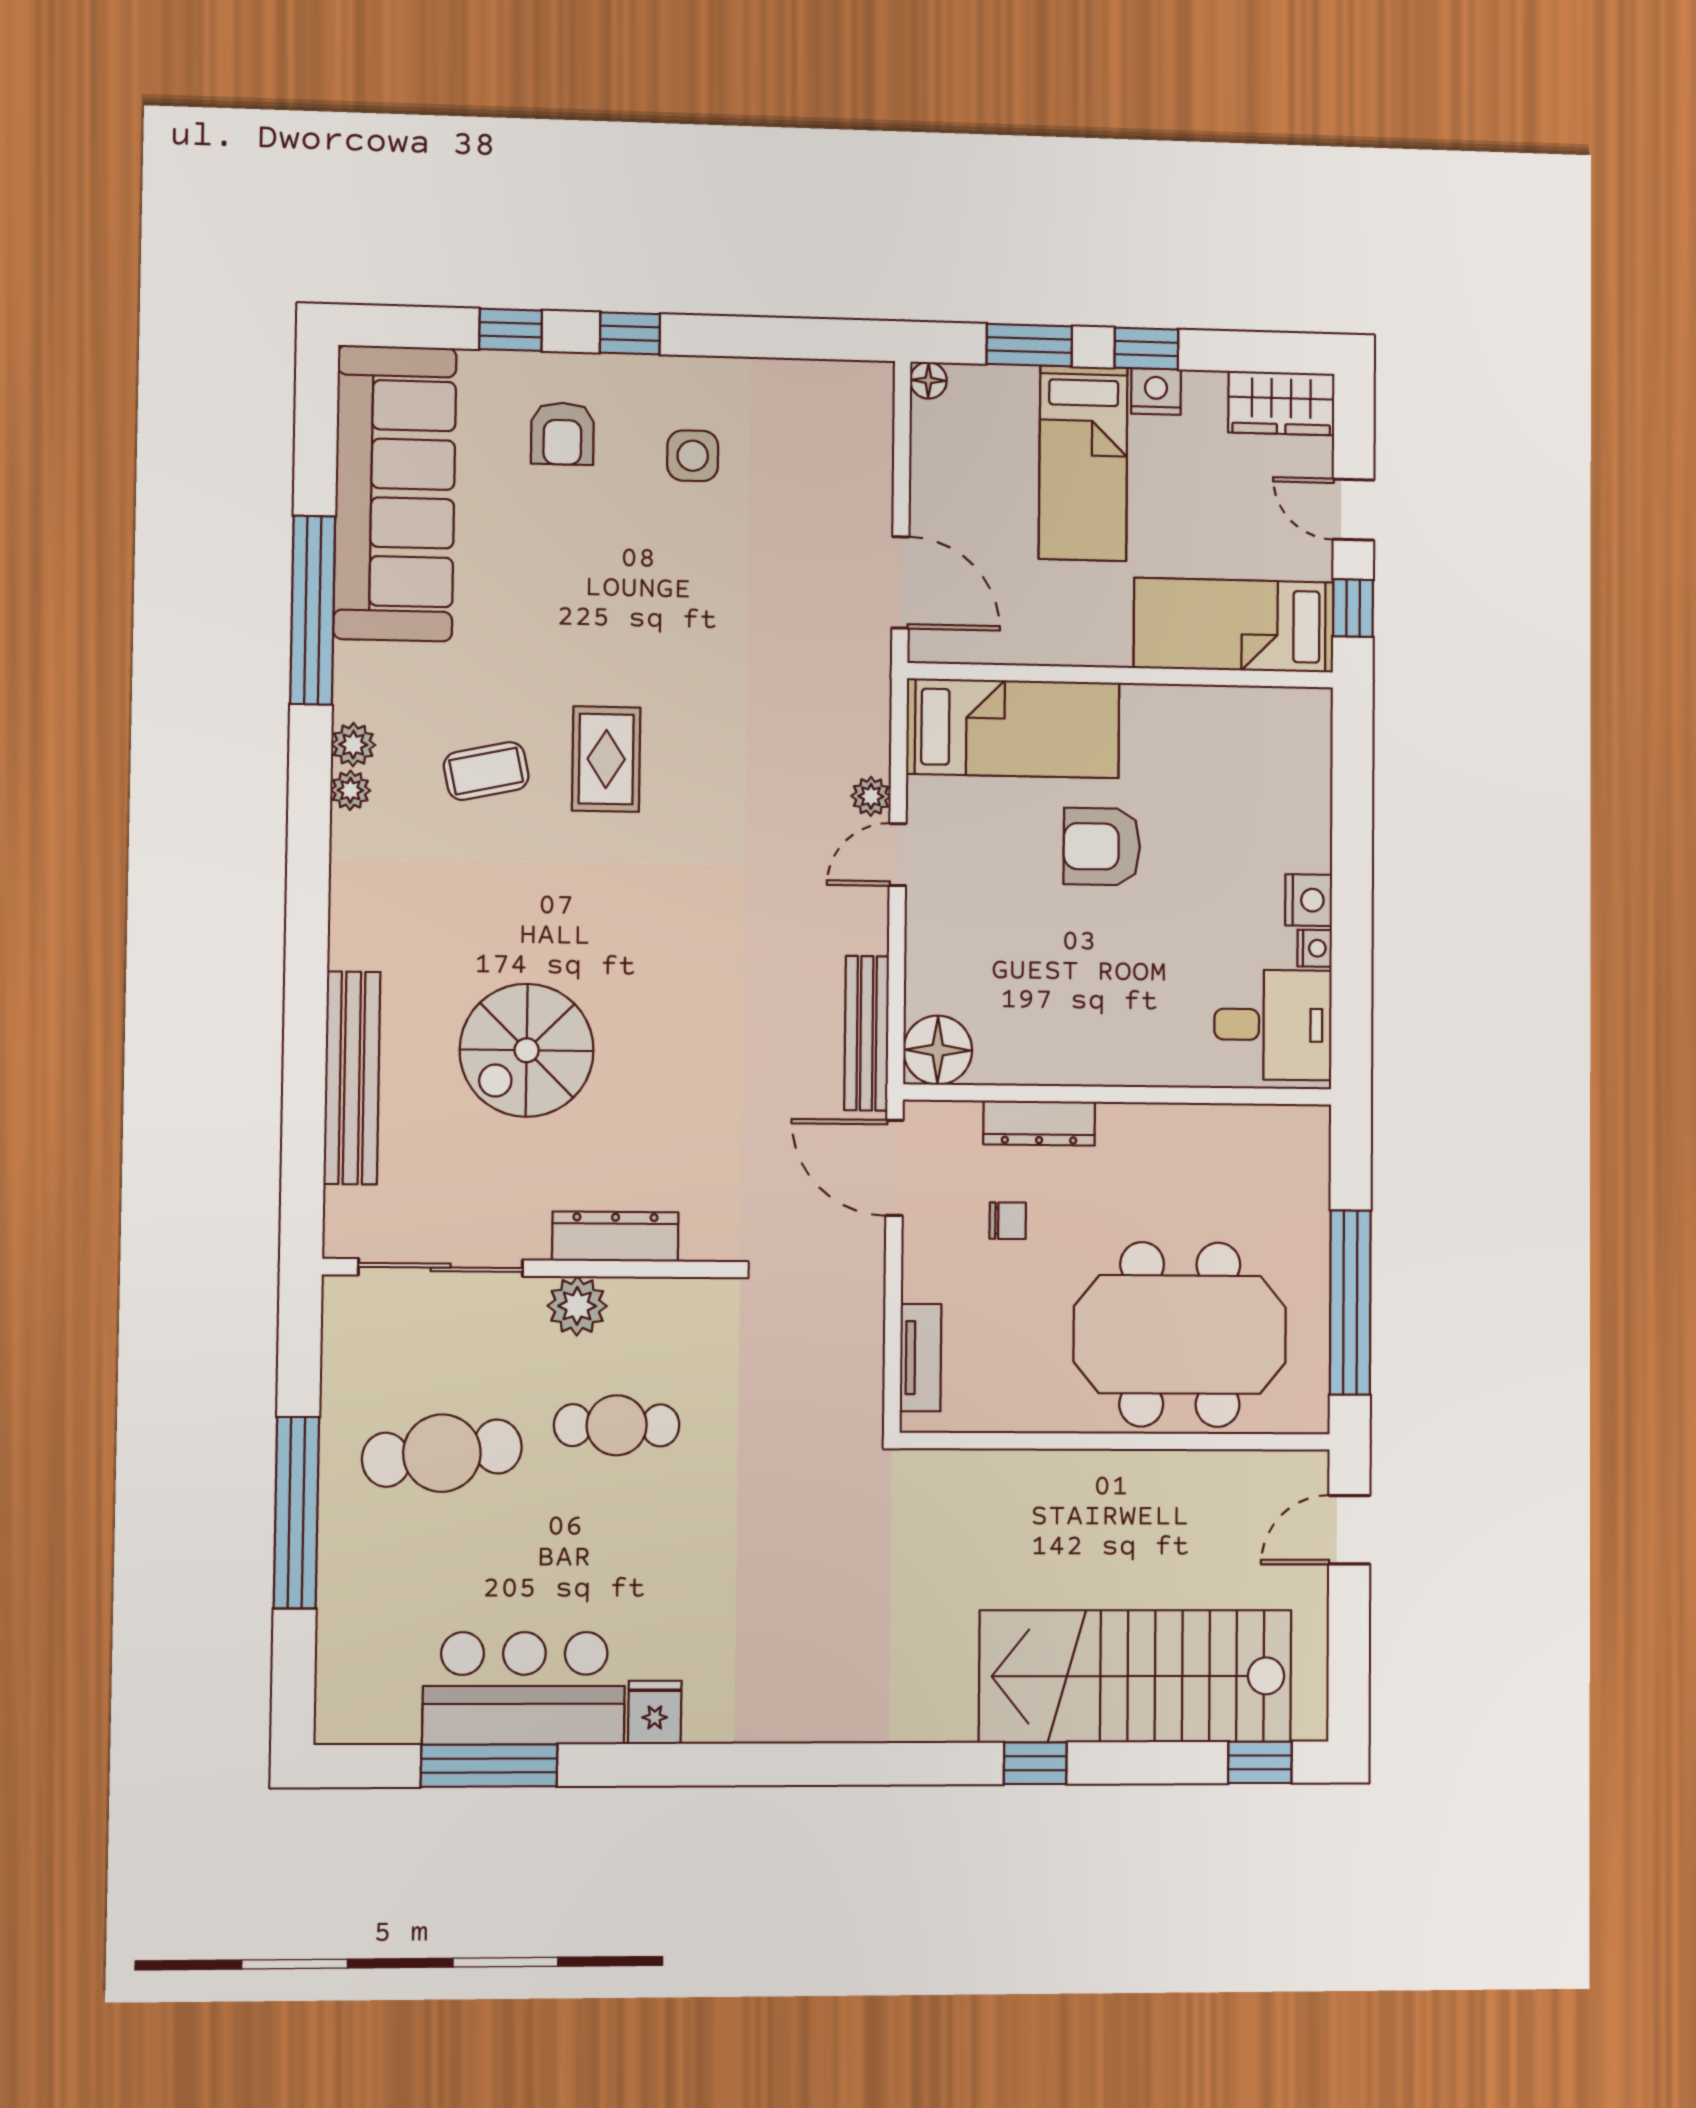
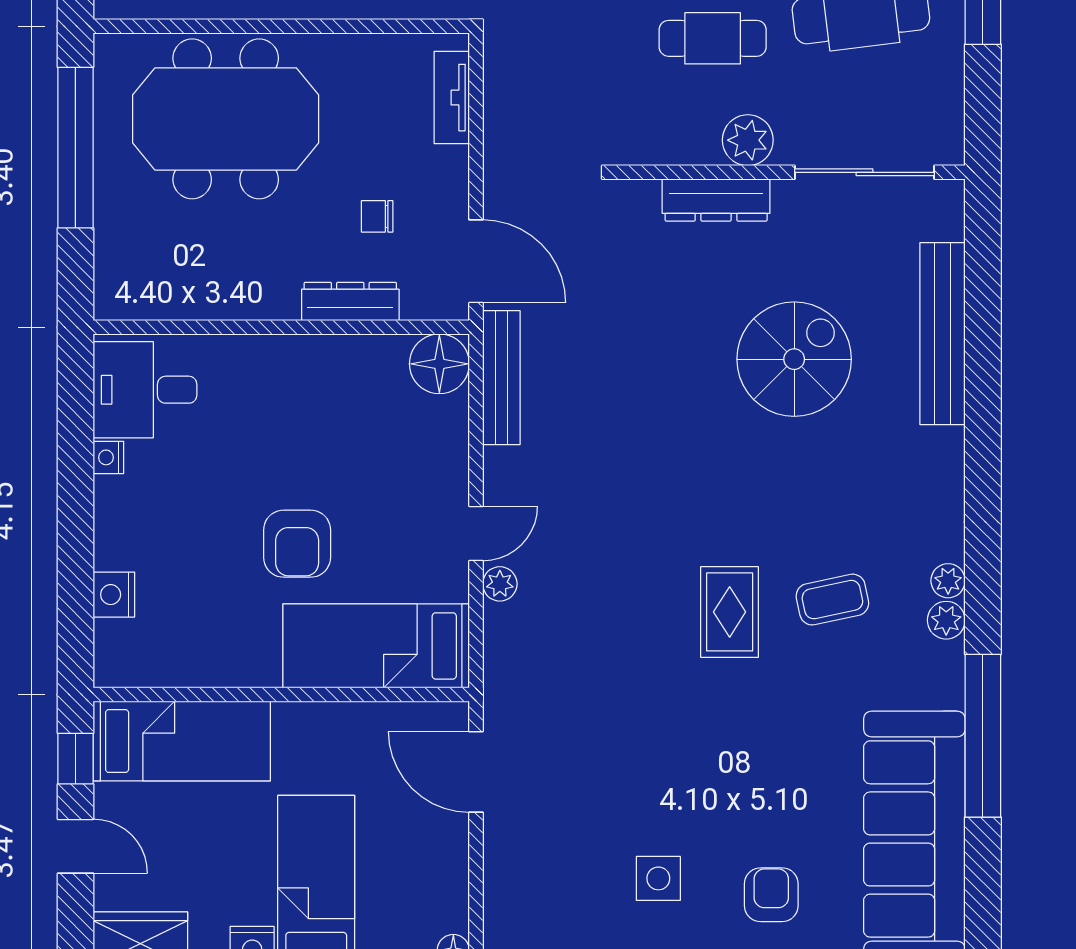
armchair: (1102, 846) -> (297, 544), turned 90
nightstand: (1309, 900) -> (114, 595), moved

